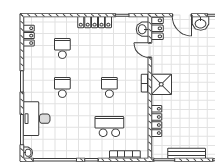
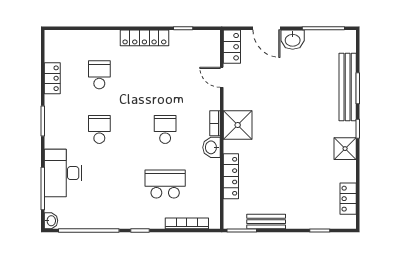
washbasin: (143, 29) -> (211, 147), moved
locker: (29, 36) -> (52, 78), moved
bench: (187, 153) -> (266, 222), width x0.73

